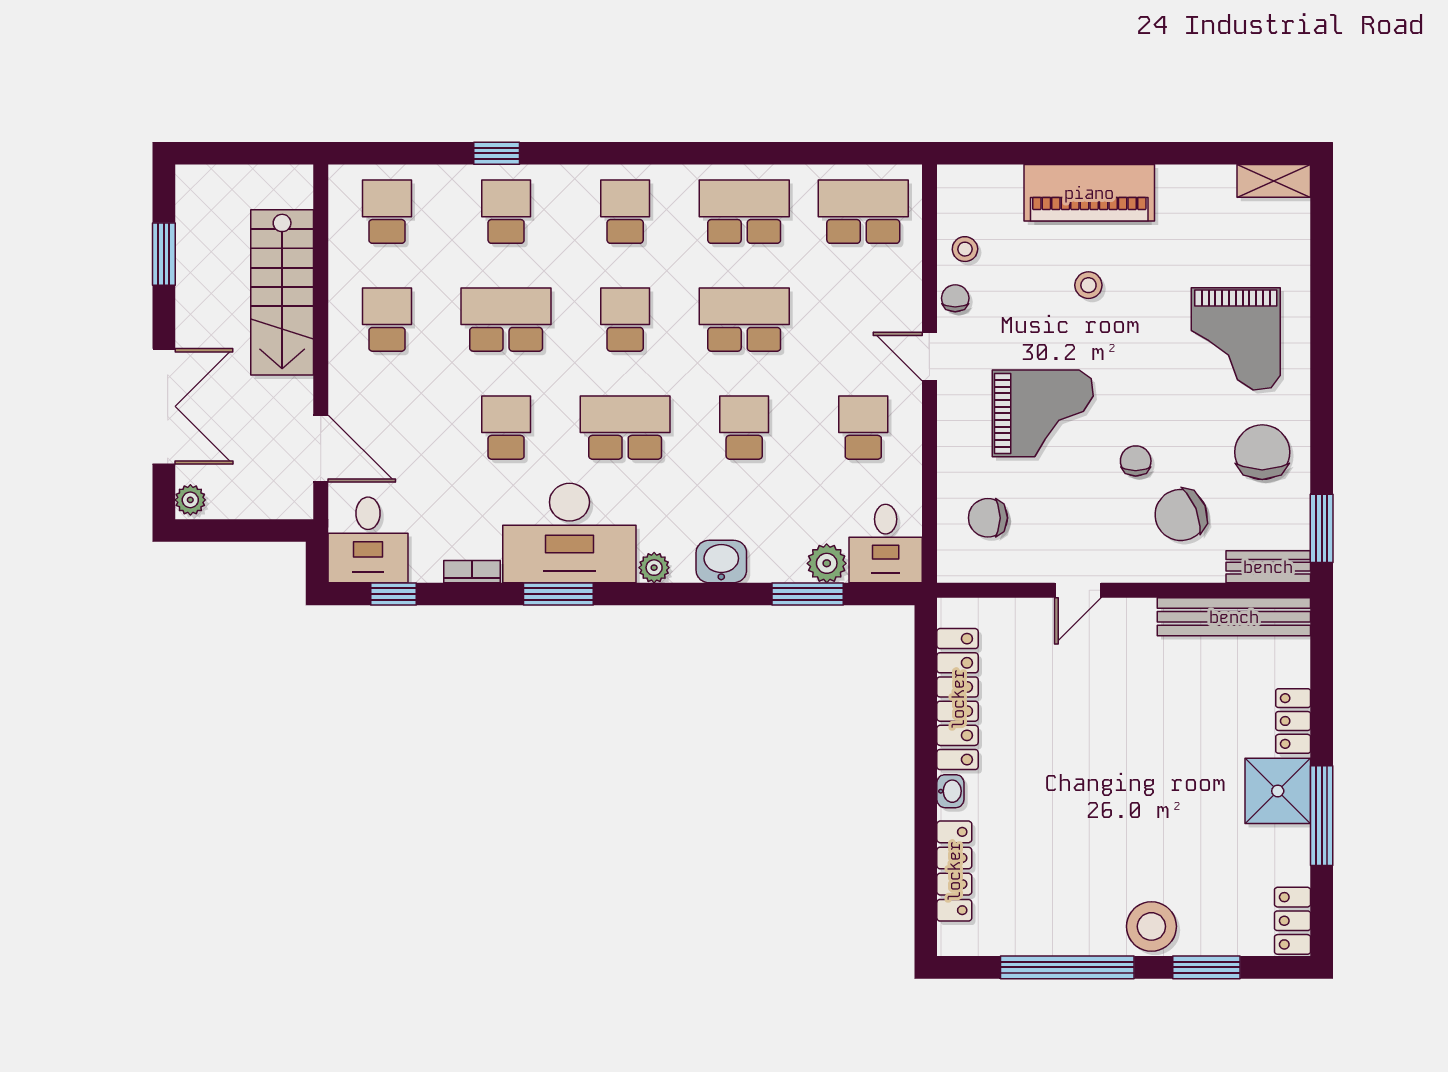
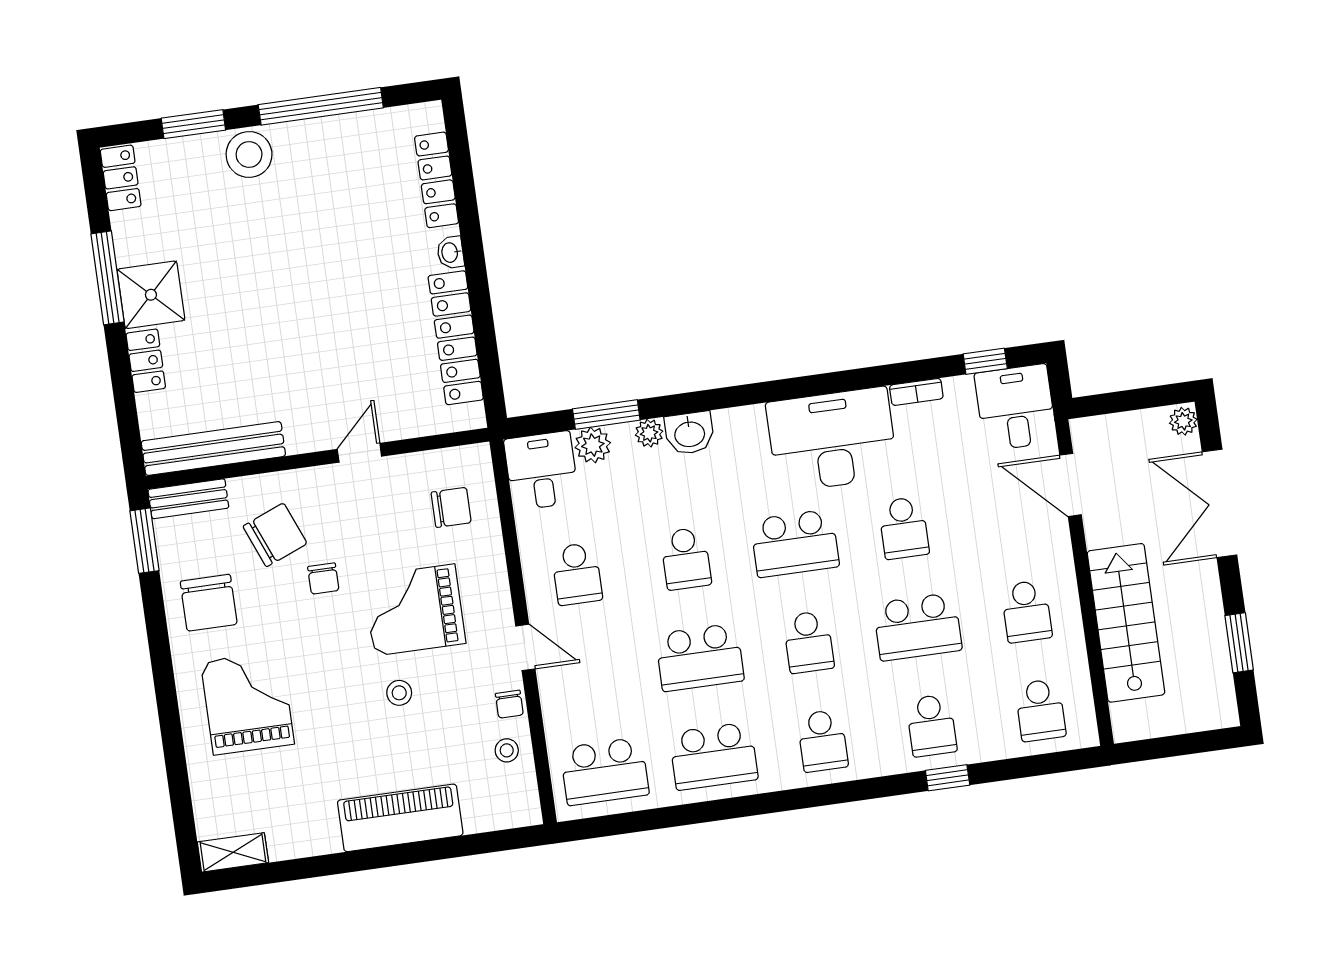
stool: (1088, 285) -> (399, 693), moved
plant: (654, 568) -> (649, 433), moved
window: (558, 594) -> (834, 382), removed

